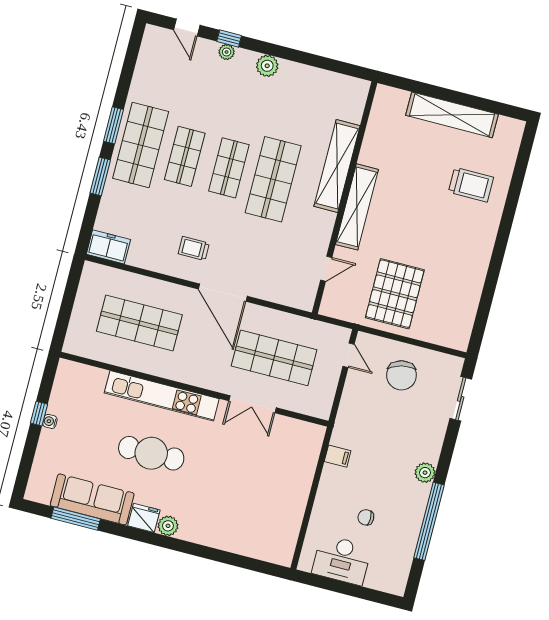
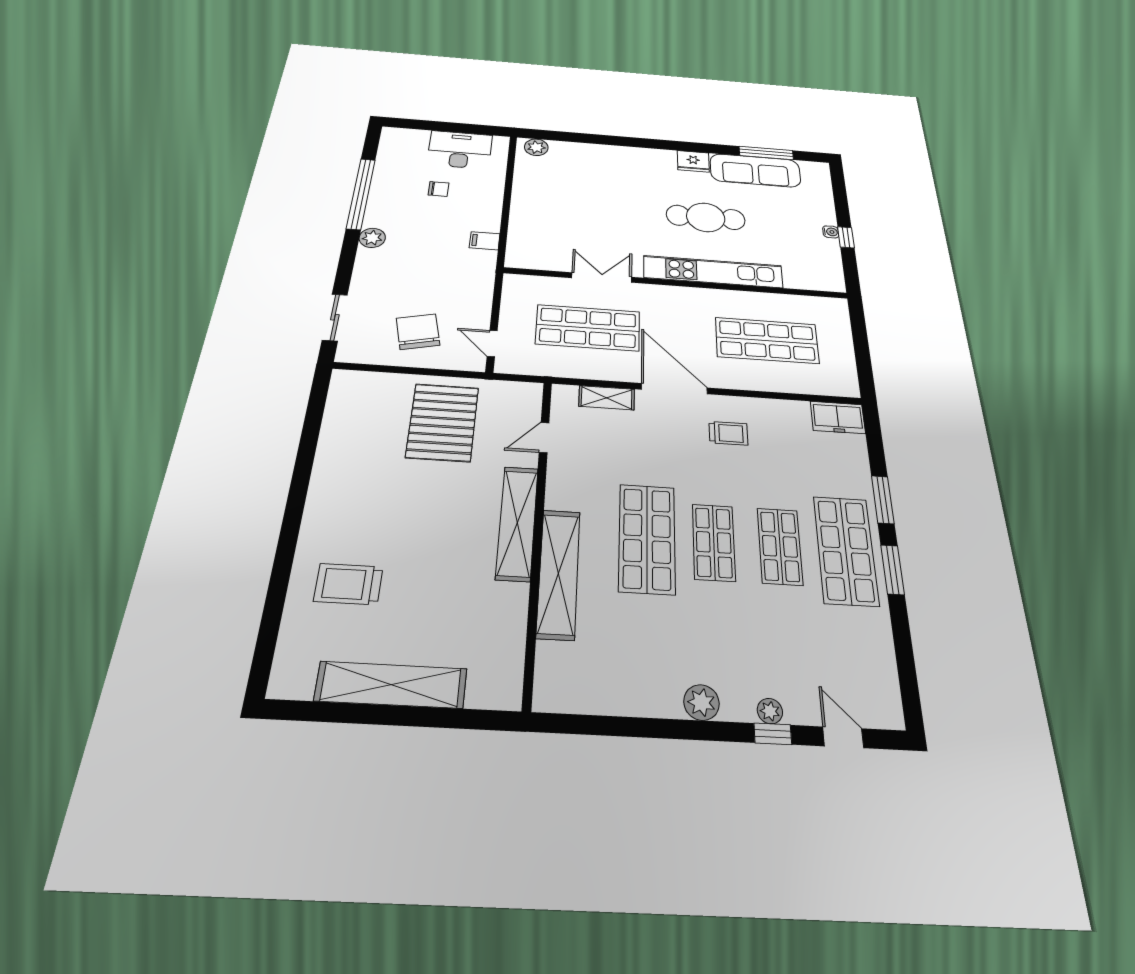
shelving: (274, 293) -> (607, 398), added
plant: (168, 526) -> (536, 147), moved

